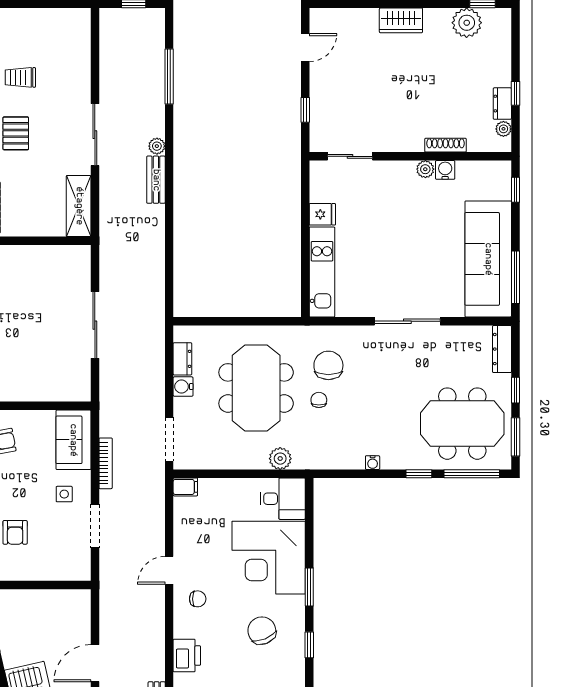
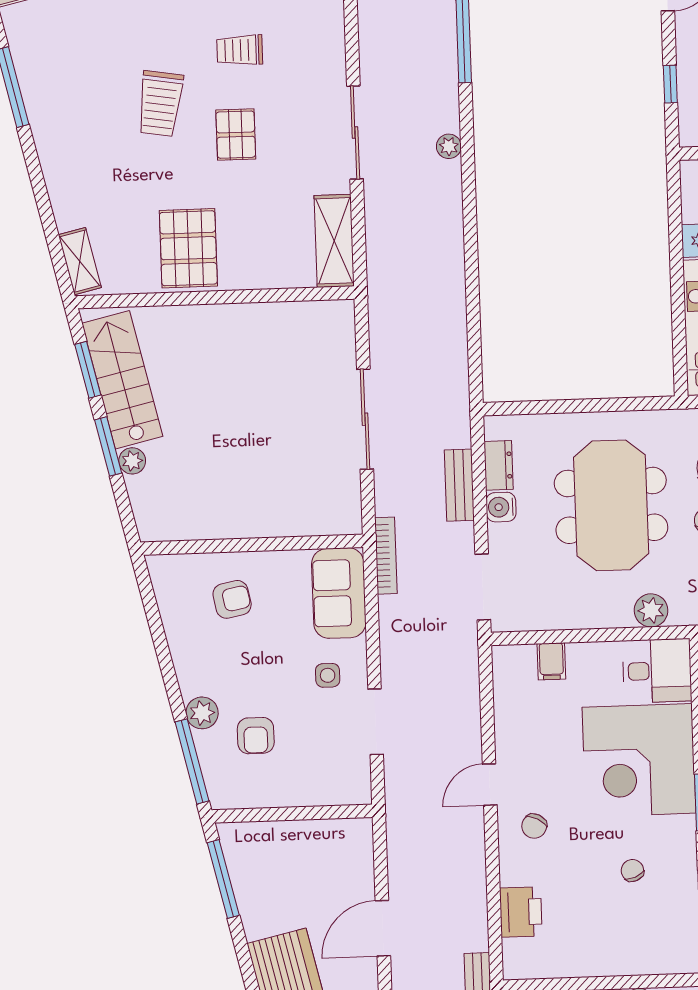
bench: (156, 180) -> (459, 485), moved
bookcase: (106, 463) -> (386, 556), moved
filing cabinet: (185, 487) -> (551, 661), moved, turned 90
chair: (198, 599) -> (534, 826), turned 118
chair: (262, 631) -> (632, 871), width x0.54, depth x0.54

